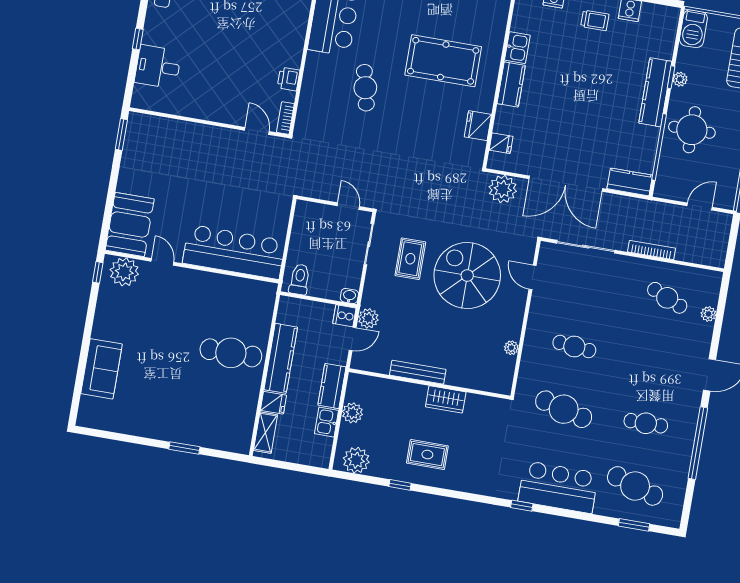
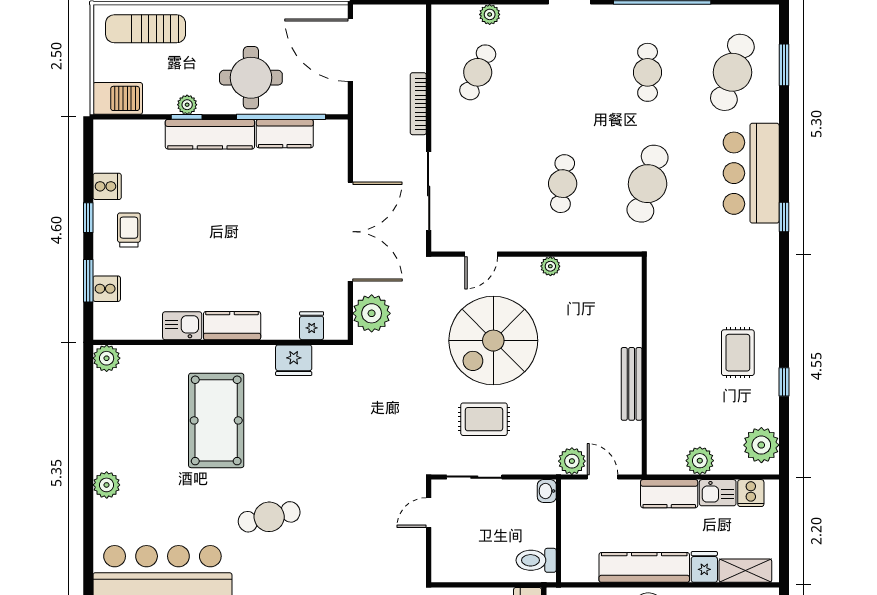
kitchen counter: (630, 182) -> (285, 134), moved, turned -90
door: (700, 207) -> (350, 50), width x1.88
cooker: (344, 316) -> (751, 493), moved
plant: (511, 348) -> (550, 266), moved
wardrobe: (446, 399) -> (661, 341), removed

